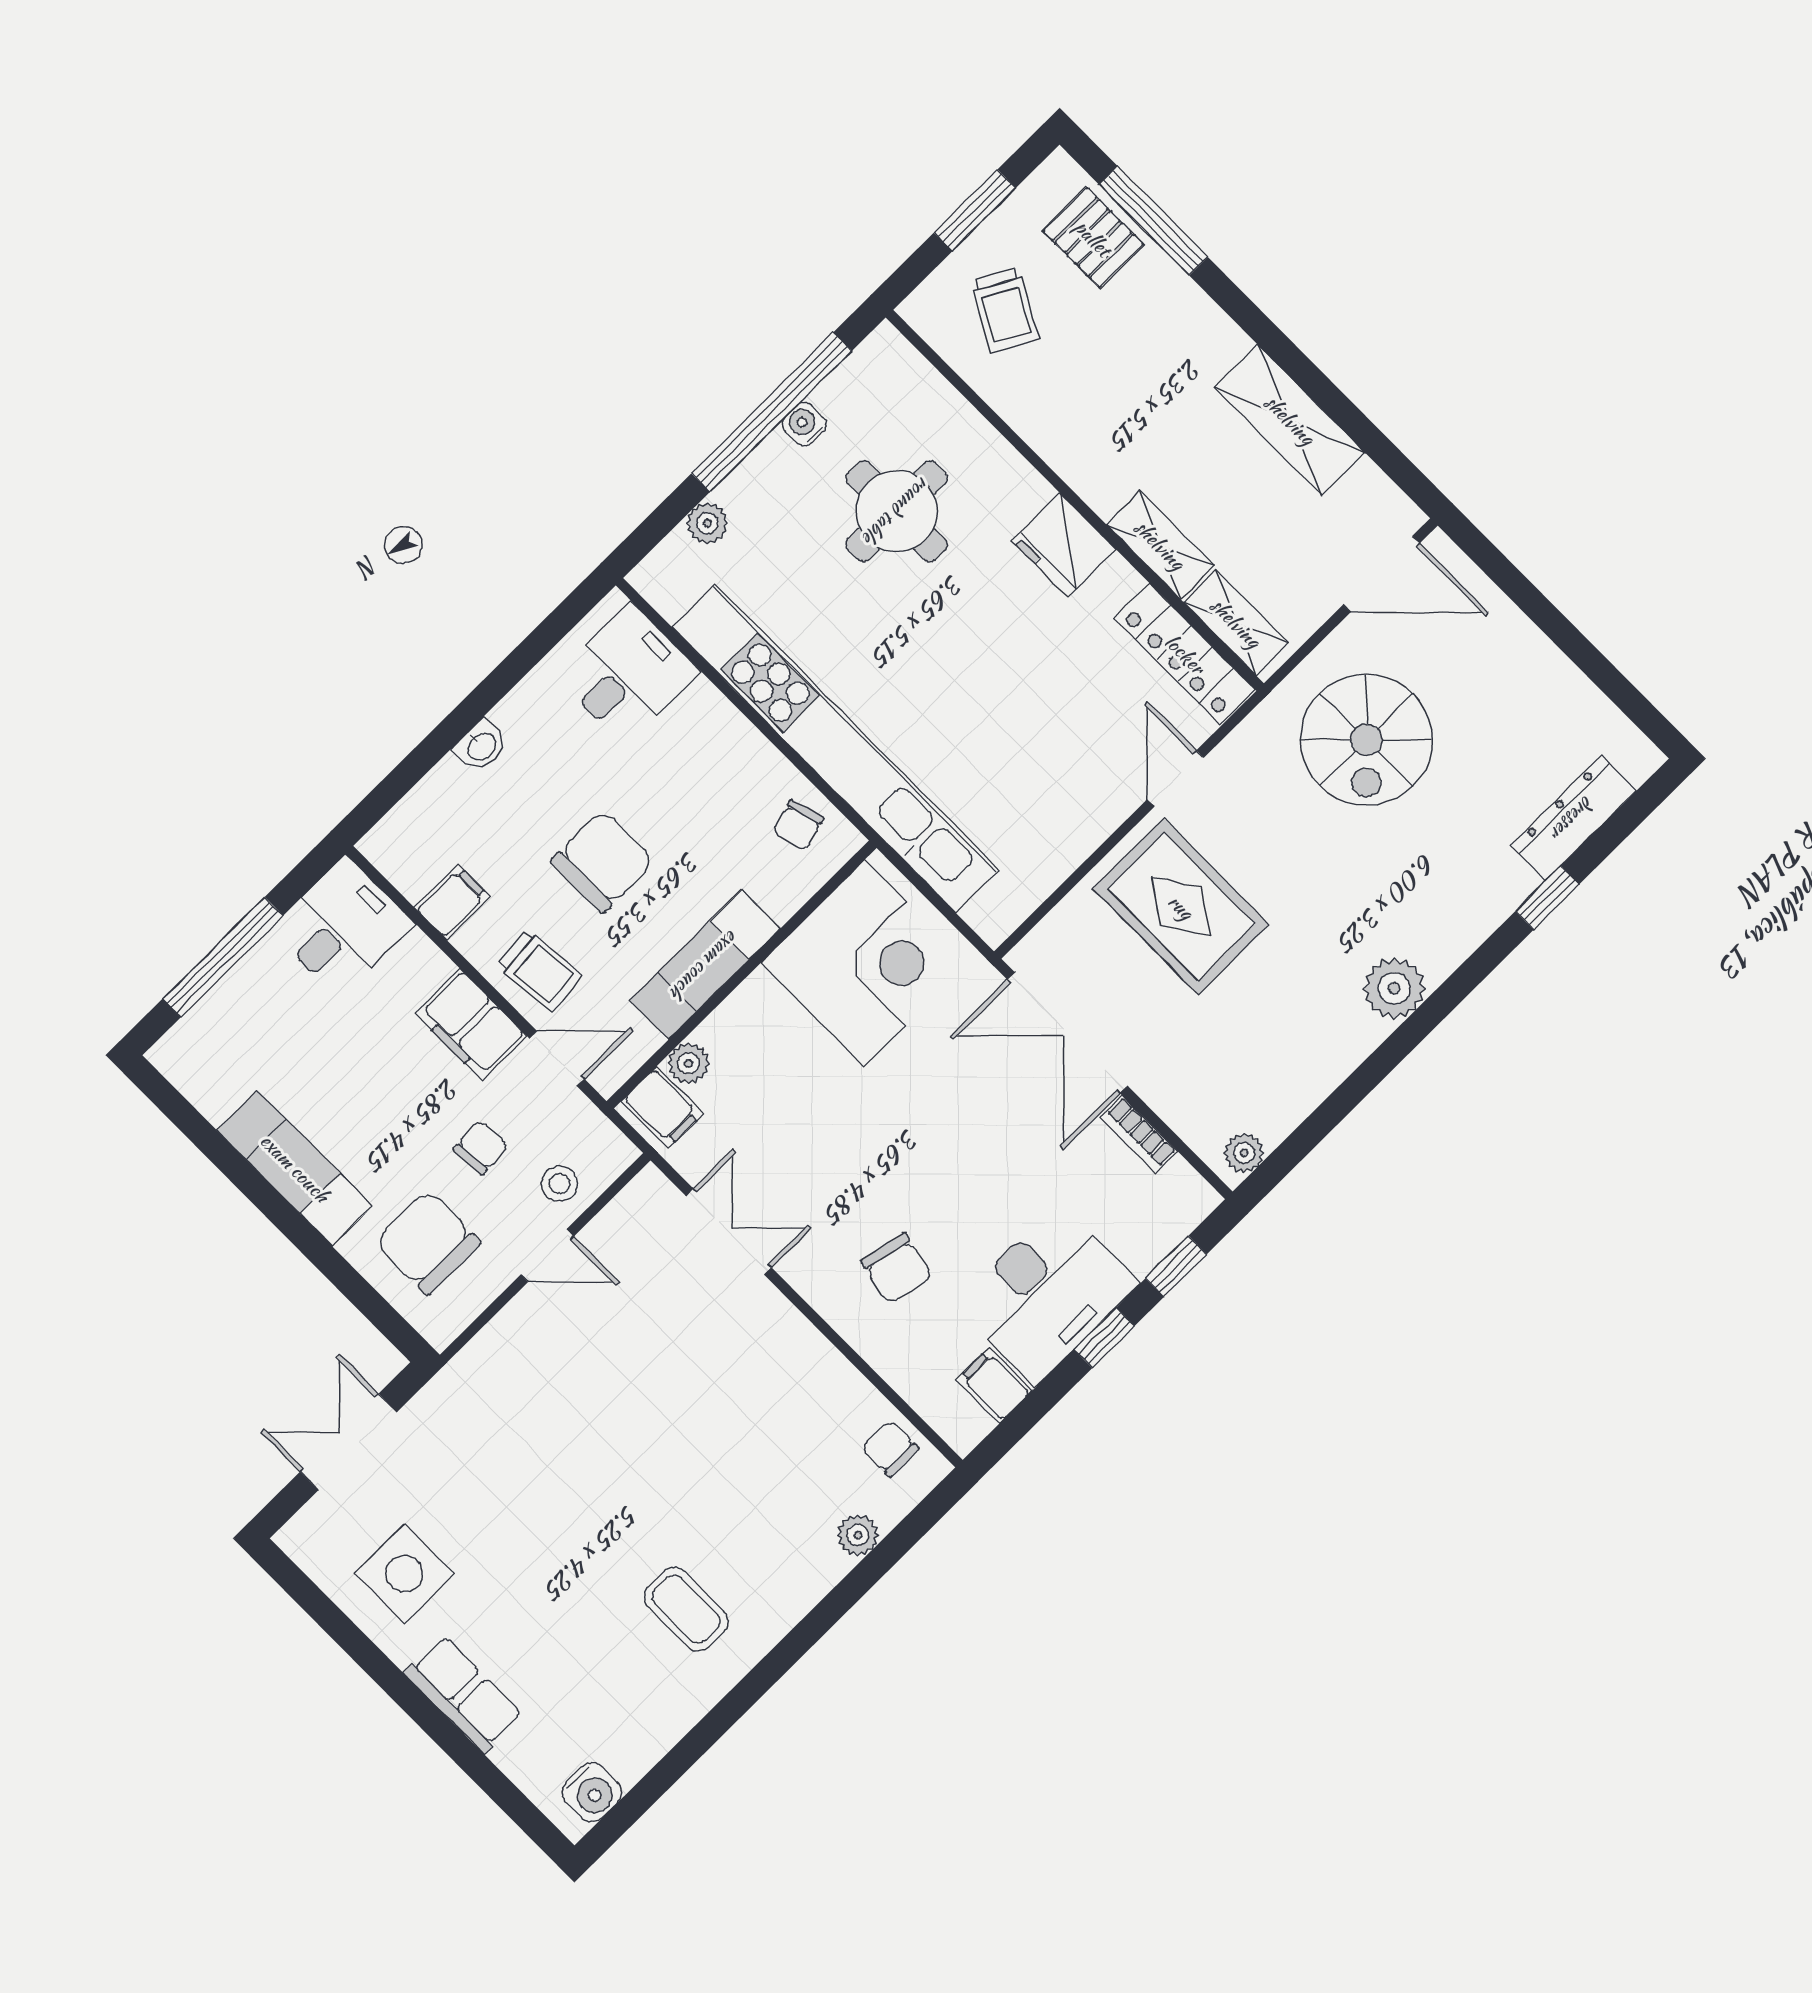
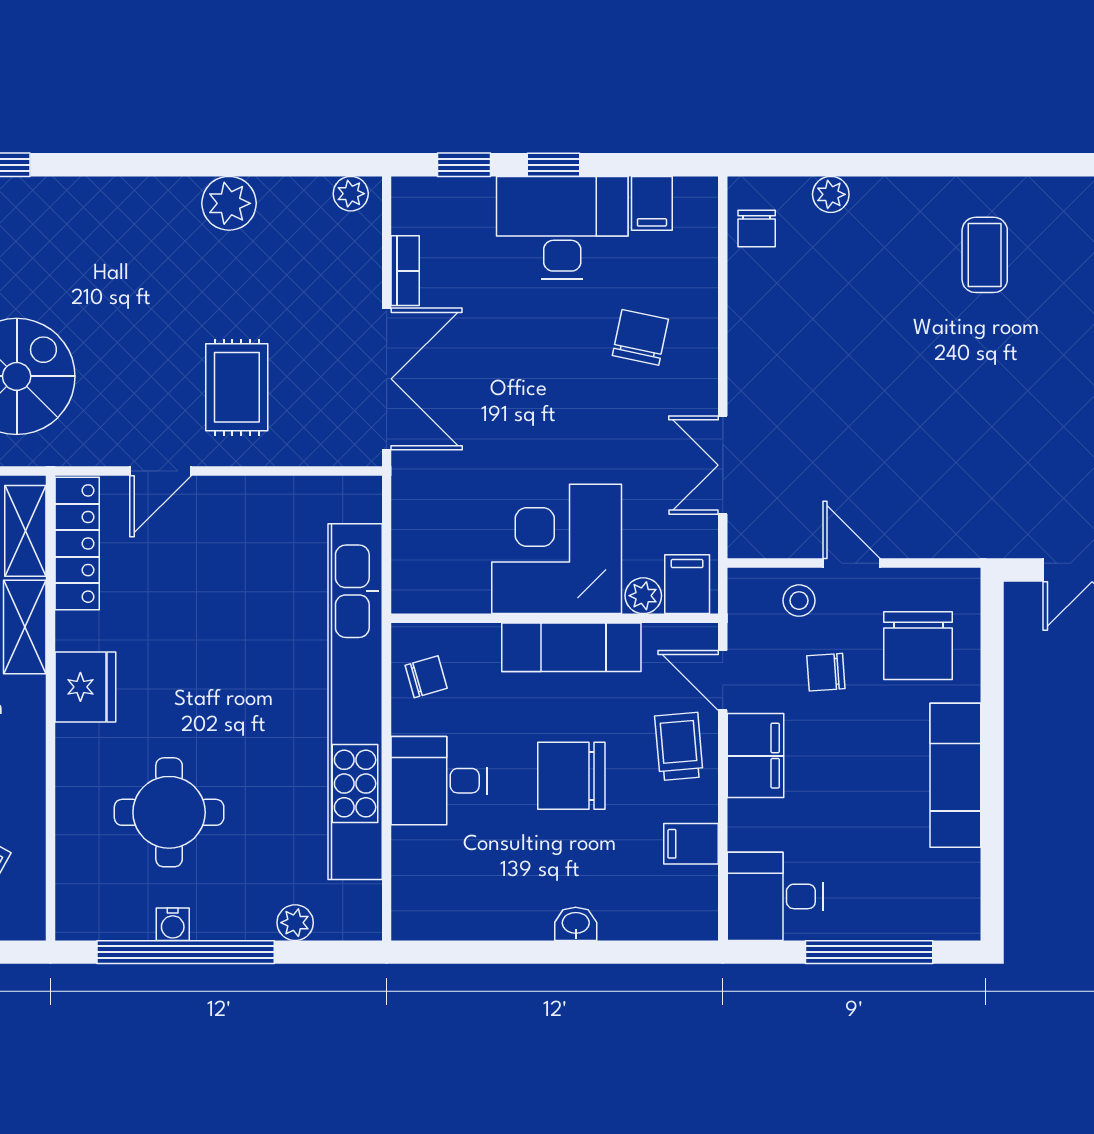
desk: (628, 674) -> (439, 781), moved
rug: (1181, 907) -> (237, 387), width x0.73, depth x0.70
corner desk: (864, 963) -> (557, 549), moved
plant: (1394, 988) -> (229, 203), moved

